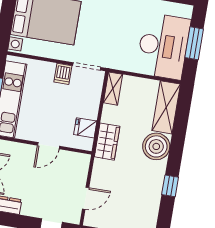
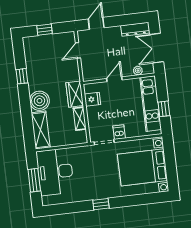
shelving: (113, 89) -> (80, 119), moved
plant: (14, 148) -> (138, 71), added

